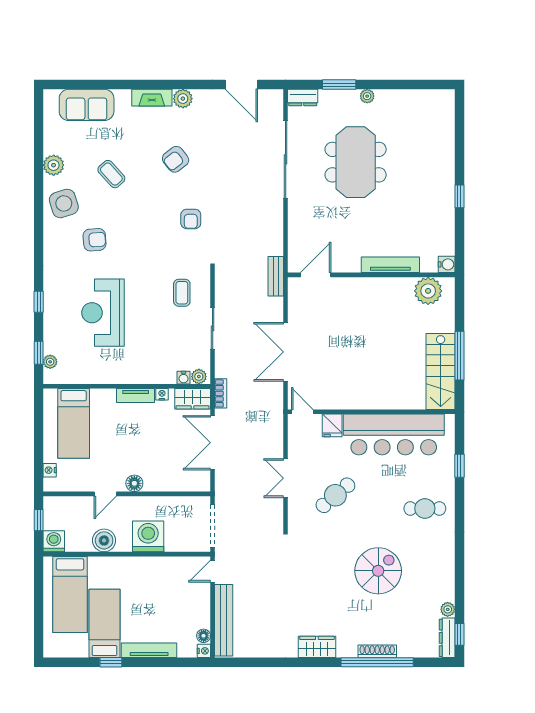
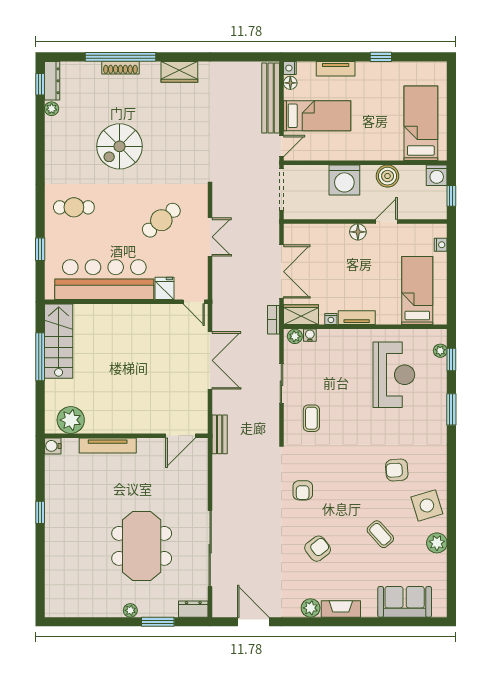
armchair: (191, 219) -> (303, 490), turned 180
window: (39, 302) -> (451, 409), width x1.50
reception desk: (103, 313) -> (394, 375), moved
bed: (105, 623) -> (317, 116), moved, turned -90
tv unit: (149, 650) -> (336, 69), width x0.71

